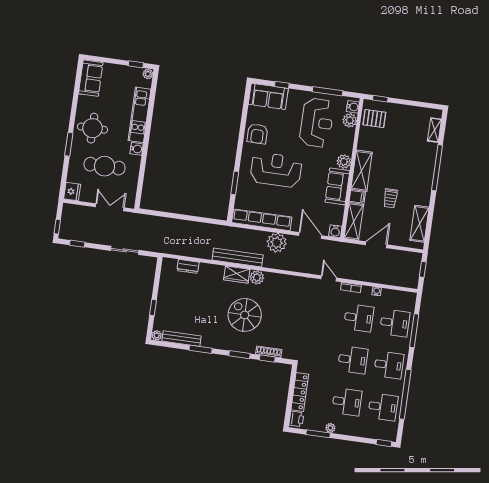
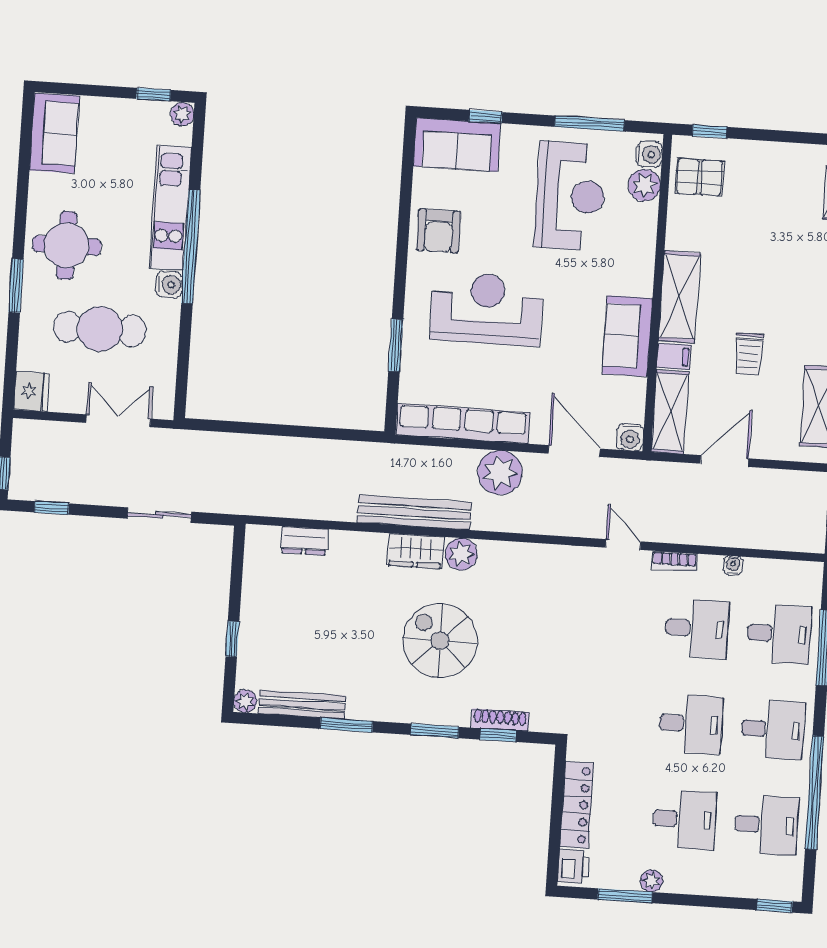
window: (147, 133) -> (191, 247), added
plant: (344, 162) -> (638, 279), removed

